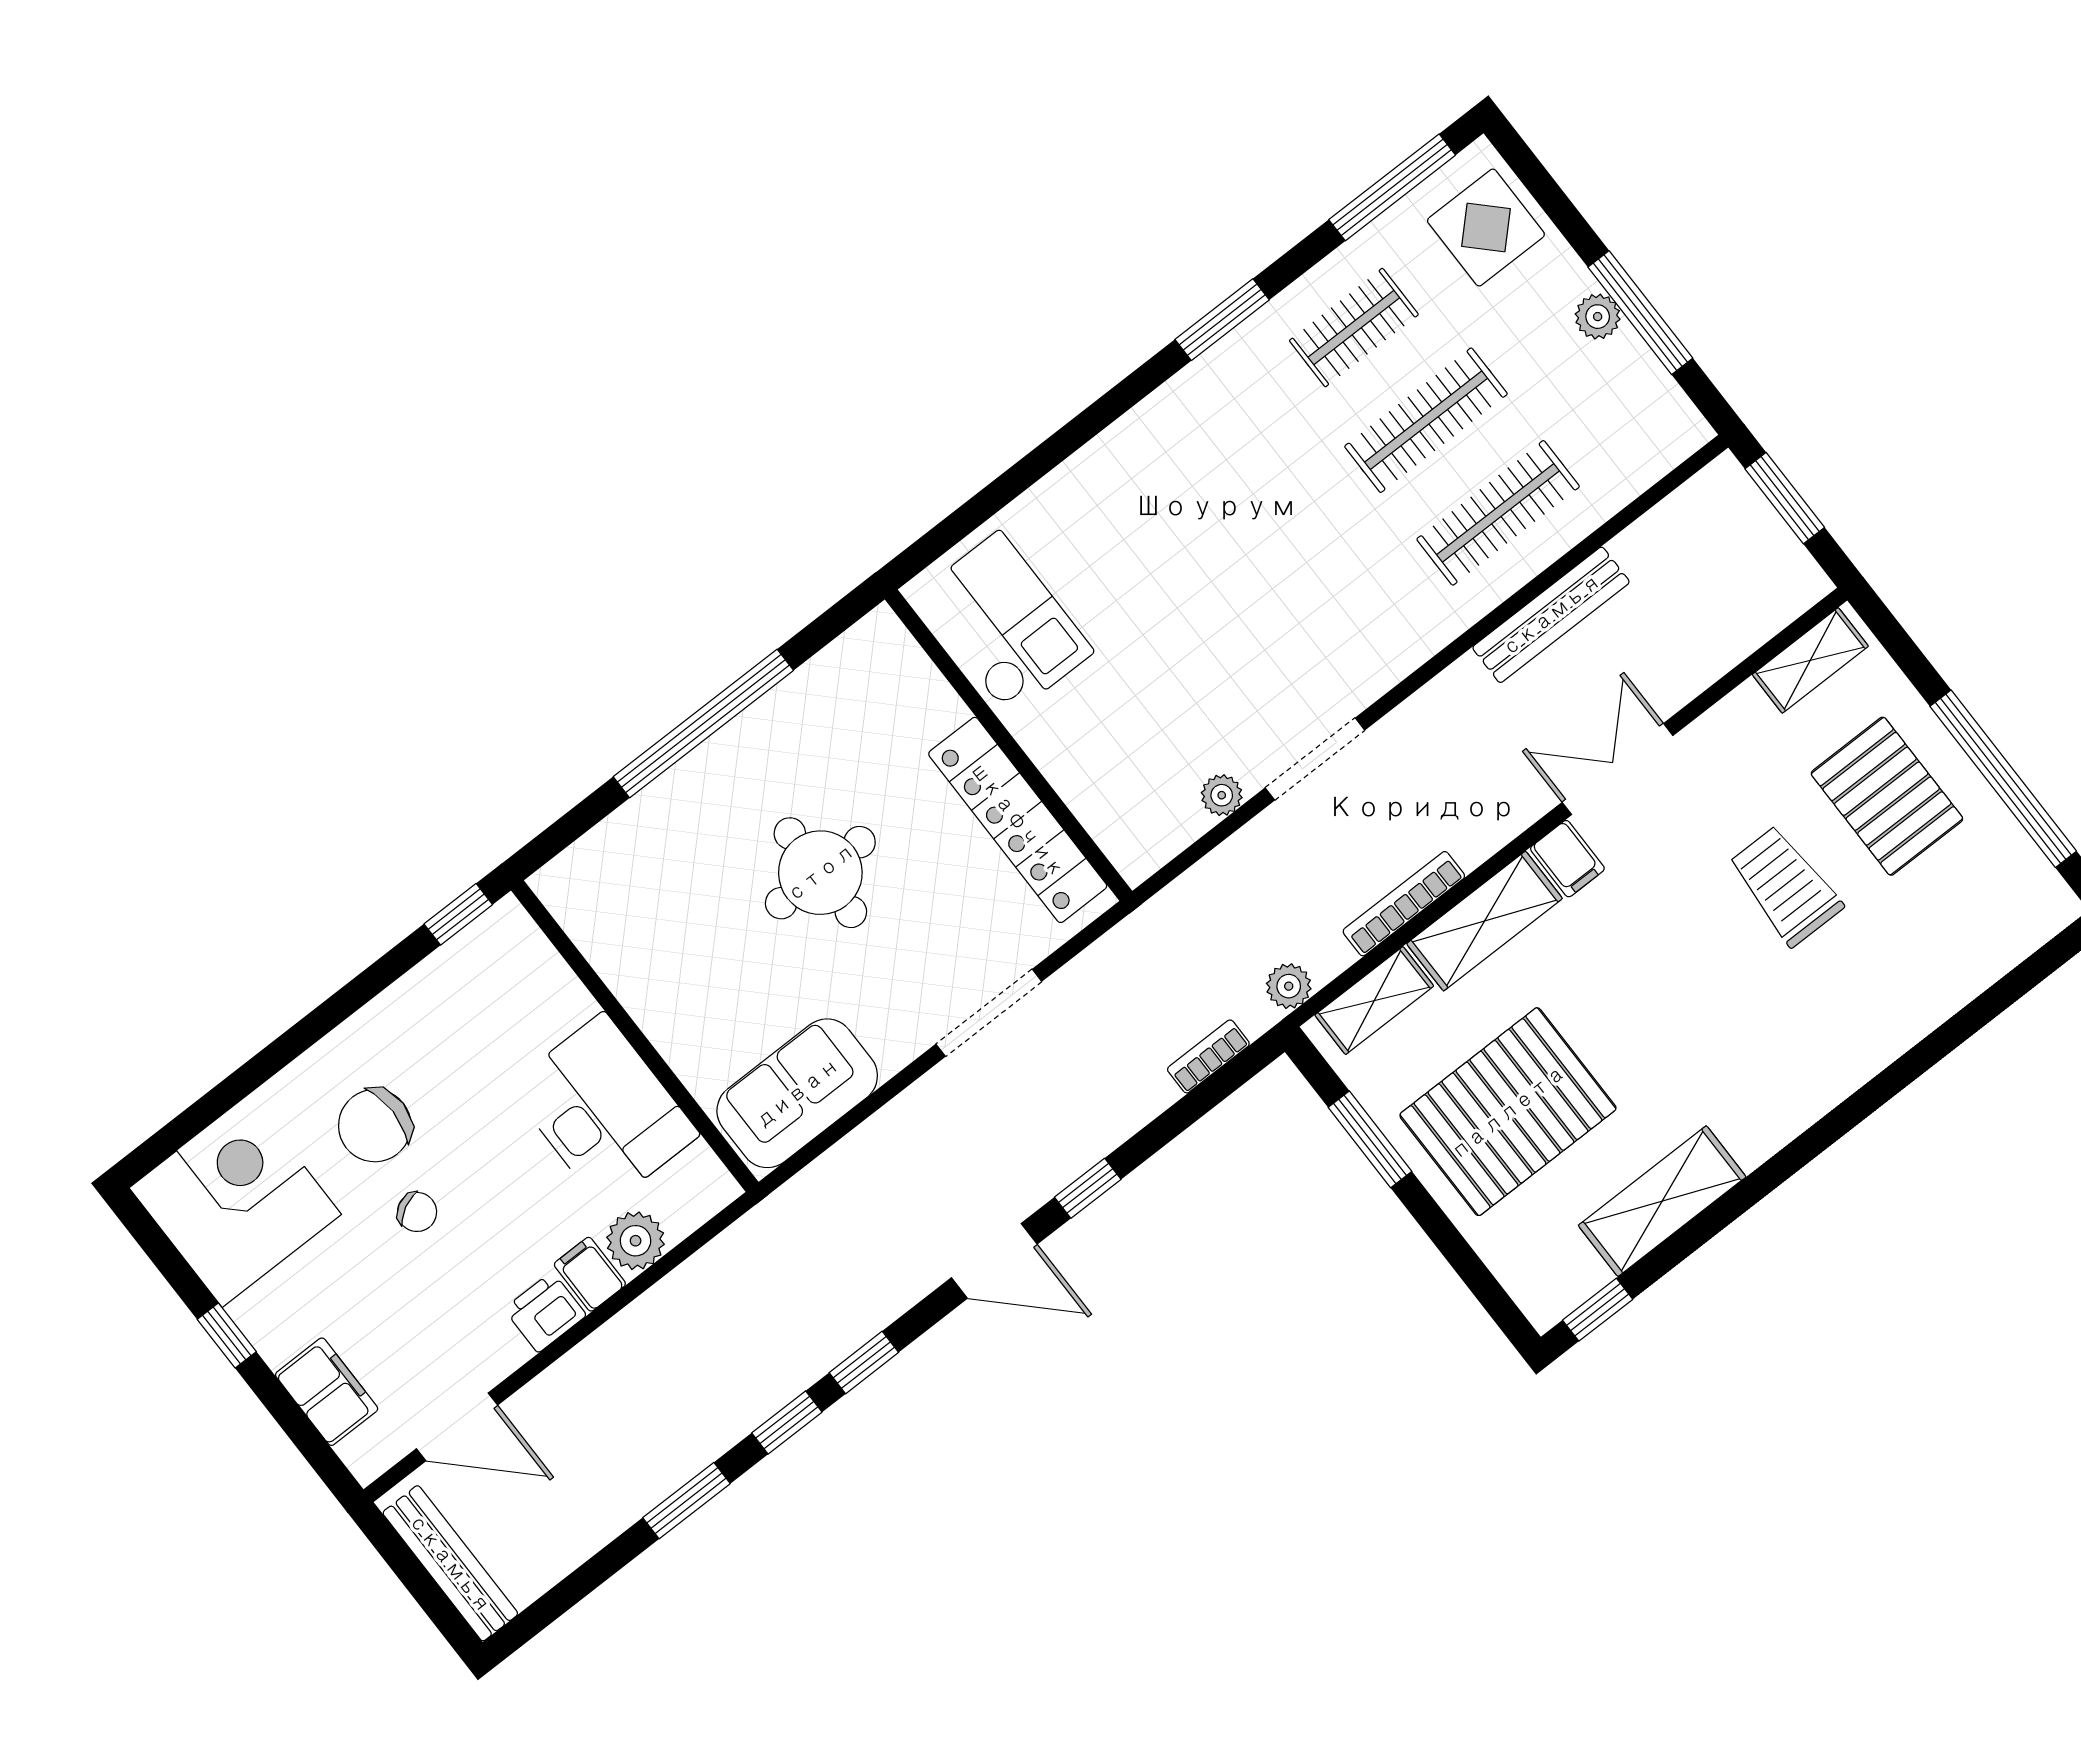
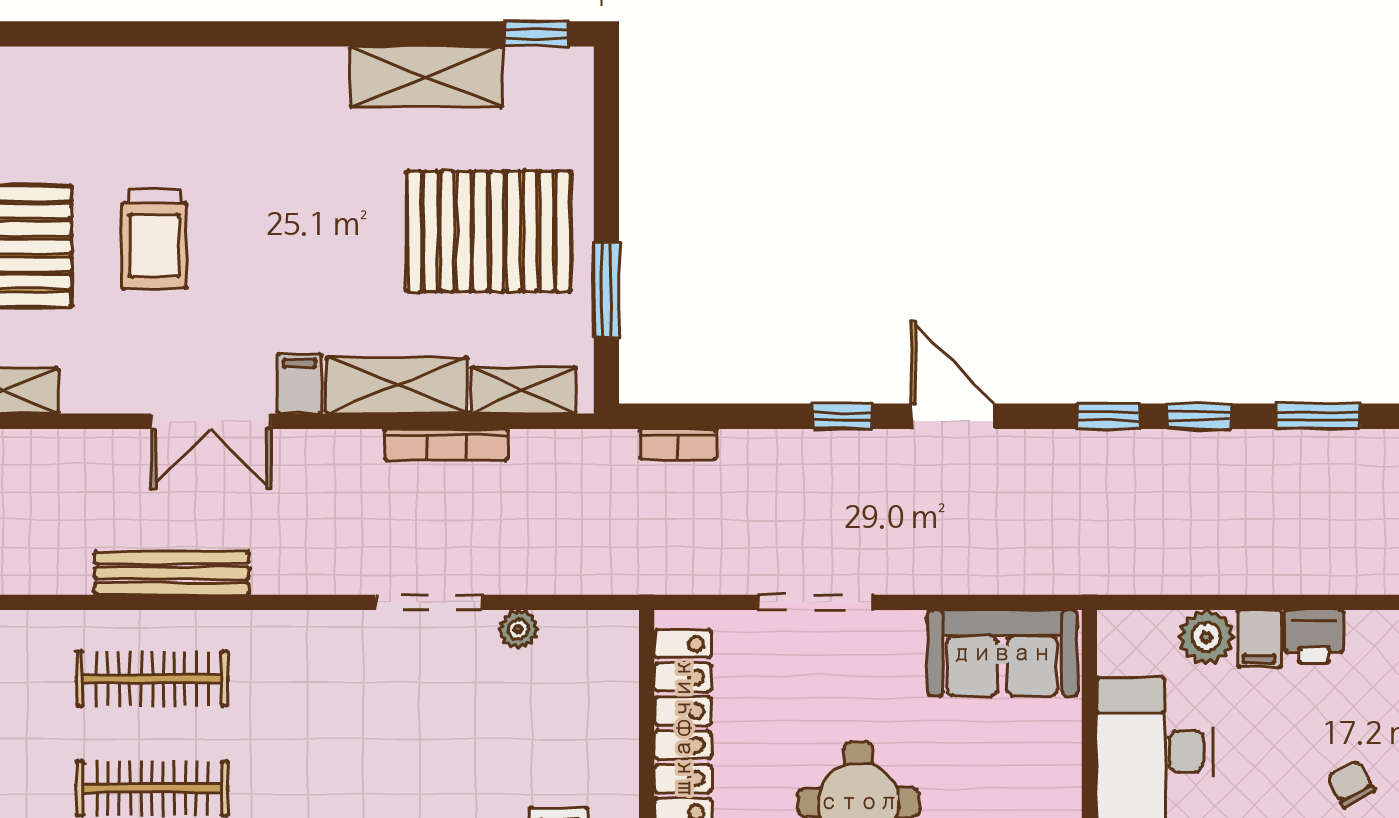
plant: (1289, 986) -> (578, 450), removed

